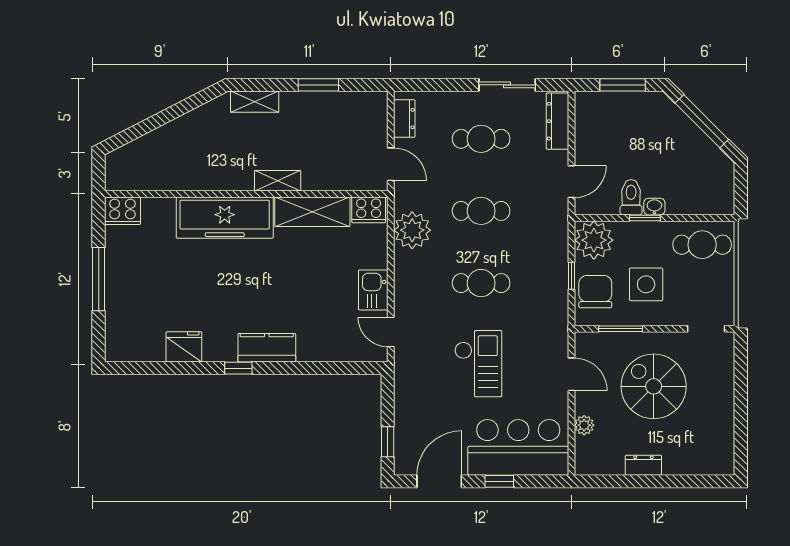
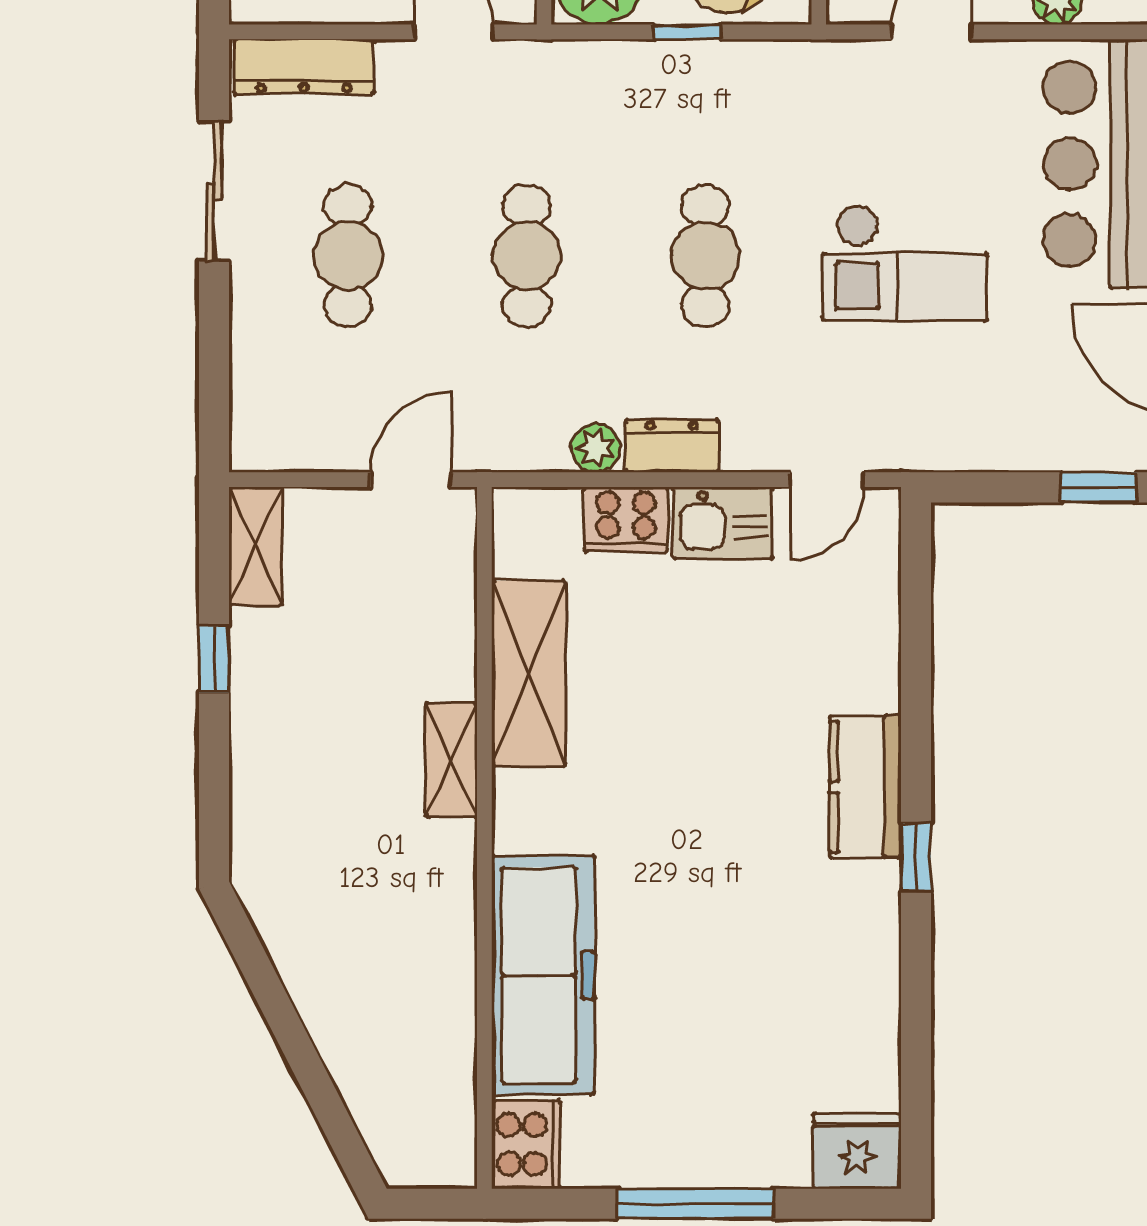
window: (318, 85) -> (214, 659), width x0.67
shelving: (255, 102) -> (256, 546), moved
dresser: (404, 119) -> (672, 446), moved
cooker: (369, 210) -> (626, 519), moved, turned 90
freezer: (225, 218) -> (543, 975), moved
plant: (412, 230) -> (596, 448), width x0.53, depth x0.53
fridge: (184, 347) -> (857, 1151), moved, turned 90
checkout: (478, 364) -> (905, 263), turned 180

